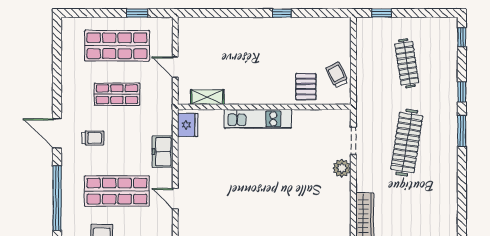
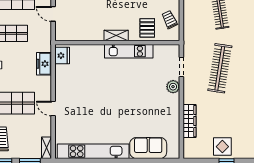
shelving: (207, 97) -> (116, 35), moved
kitchen unit: (258, 119) -> (129, 51), moved
freezer: (162, 152) -> (44, 64), moved

